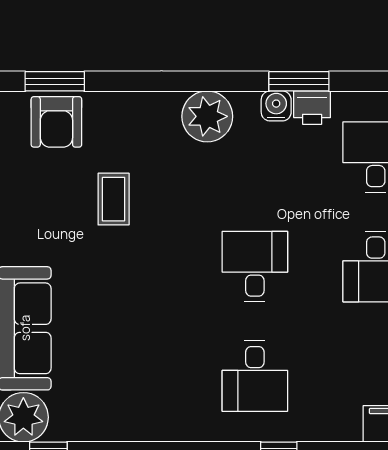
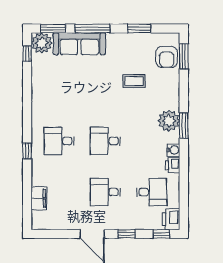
window: (299, 81) -> (184, 125), moved
armchair: (56, 122) -> (167, 57), turned -90
desk: (255, 267) -> (105, 141), turned 180

